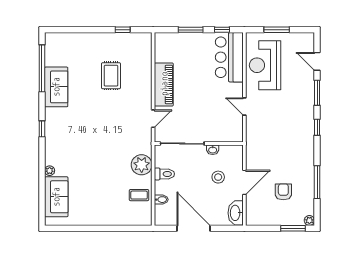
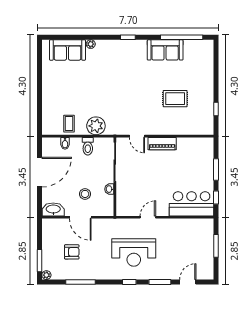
reception desk: (265, 65) -> (134, 253), moved, turned 180
piano: (164, 84) -> (162, 144), width x0.73, depth x0.75

